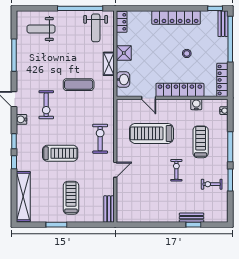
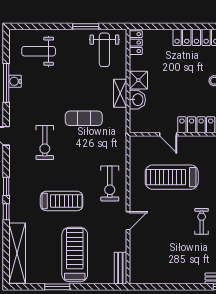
window: (80, 8) -> (86, 26), width x0.47
washbasin: (123, 80) -> (137, 100), moved
water cooler: (21, 119) -> (15, 81), moved
exercise bike: (100, 139) -> (110, 183), turned 180
treadmill: (71, 198) -> (75, 255), width x1.37, depth x1.38

